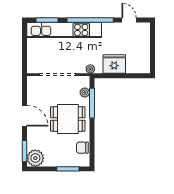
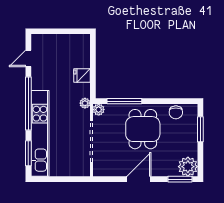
fridge: (114, 64) -> (82, 76), width x0.53, depth x0.75
plant: (85, 93) -> (99, 110), moved

